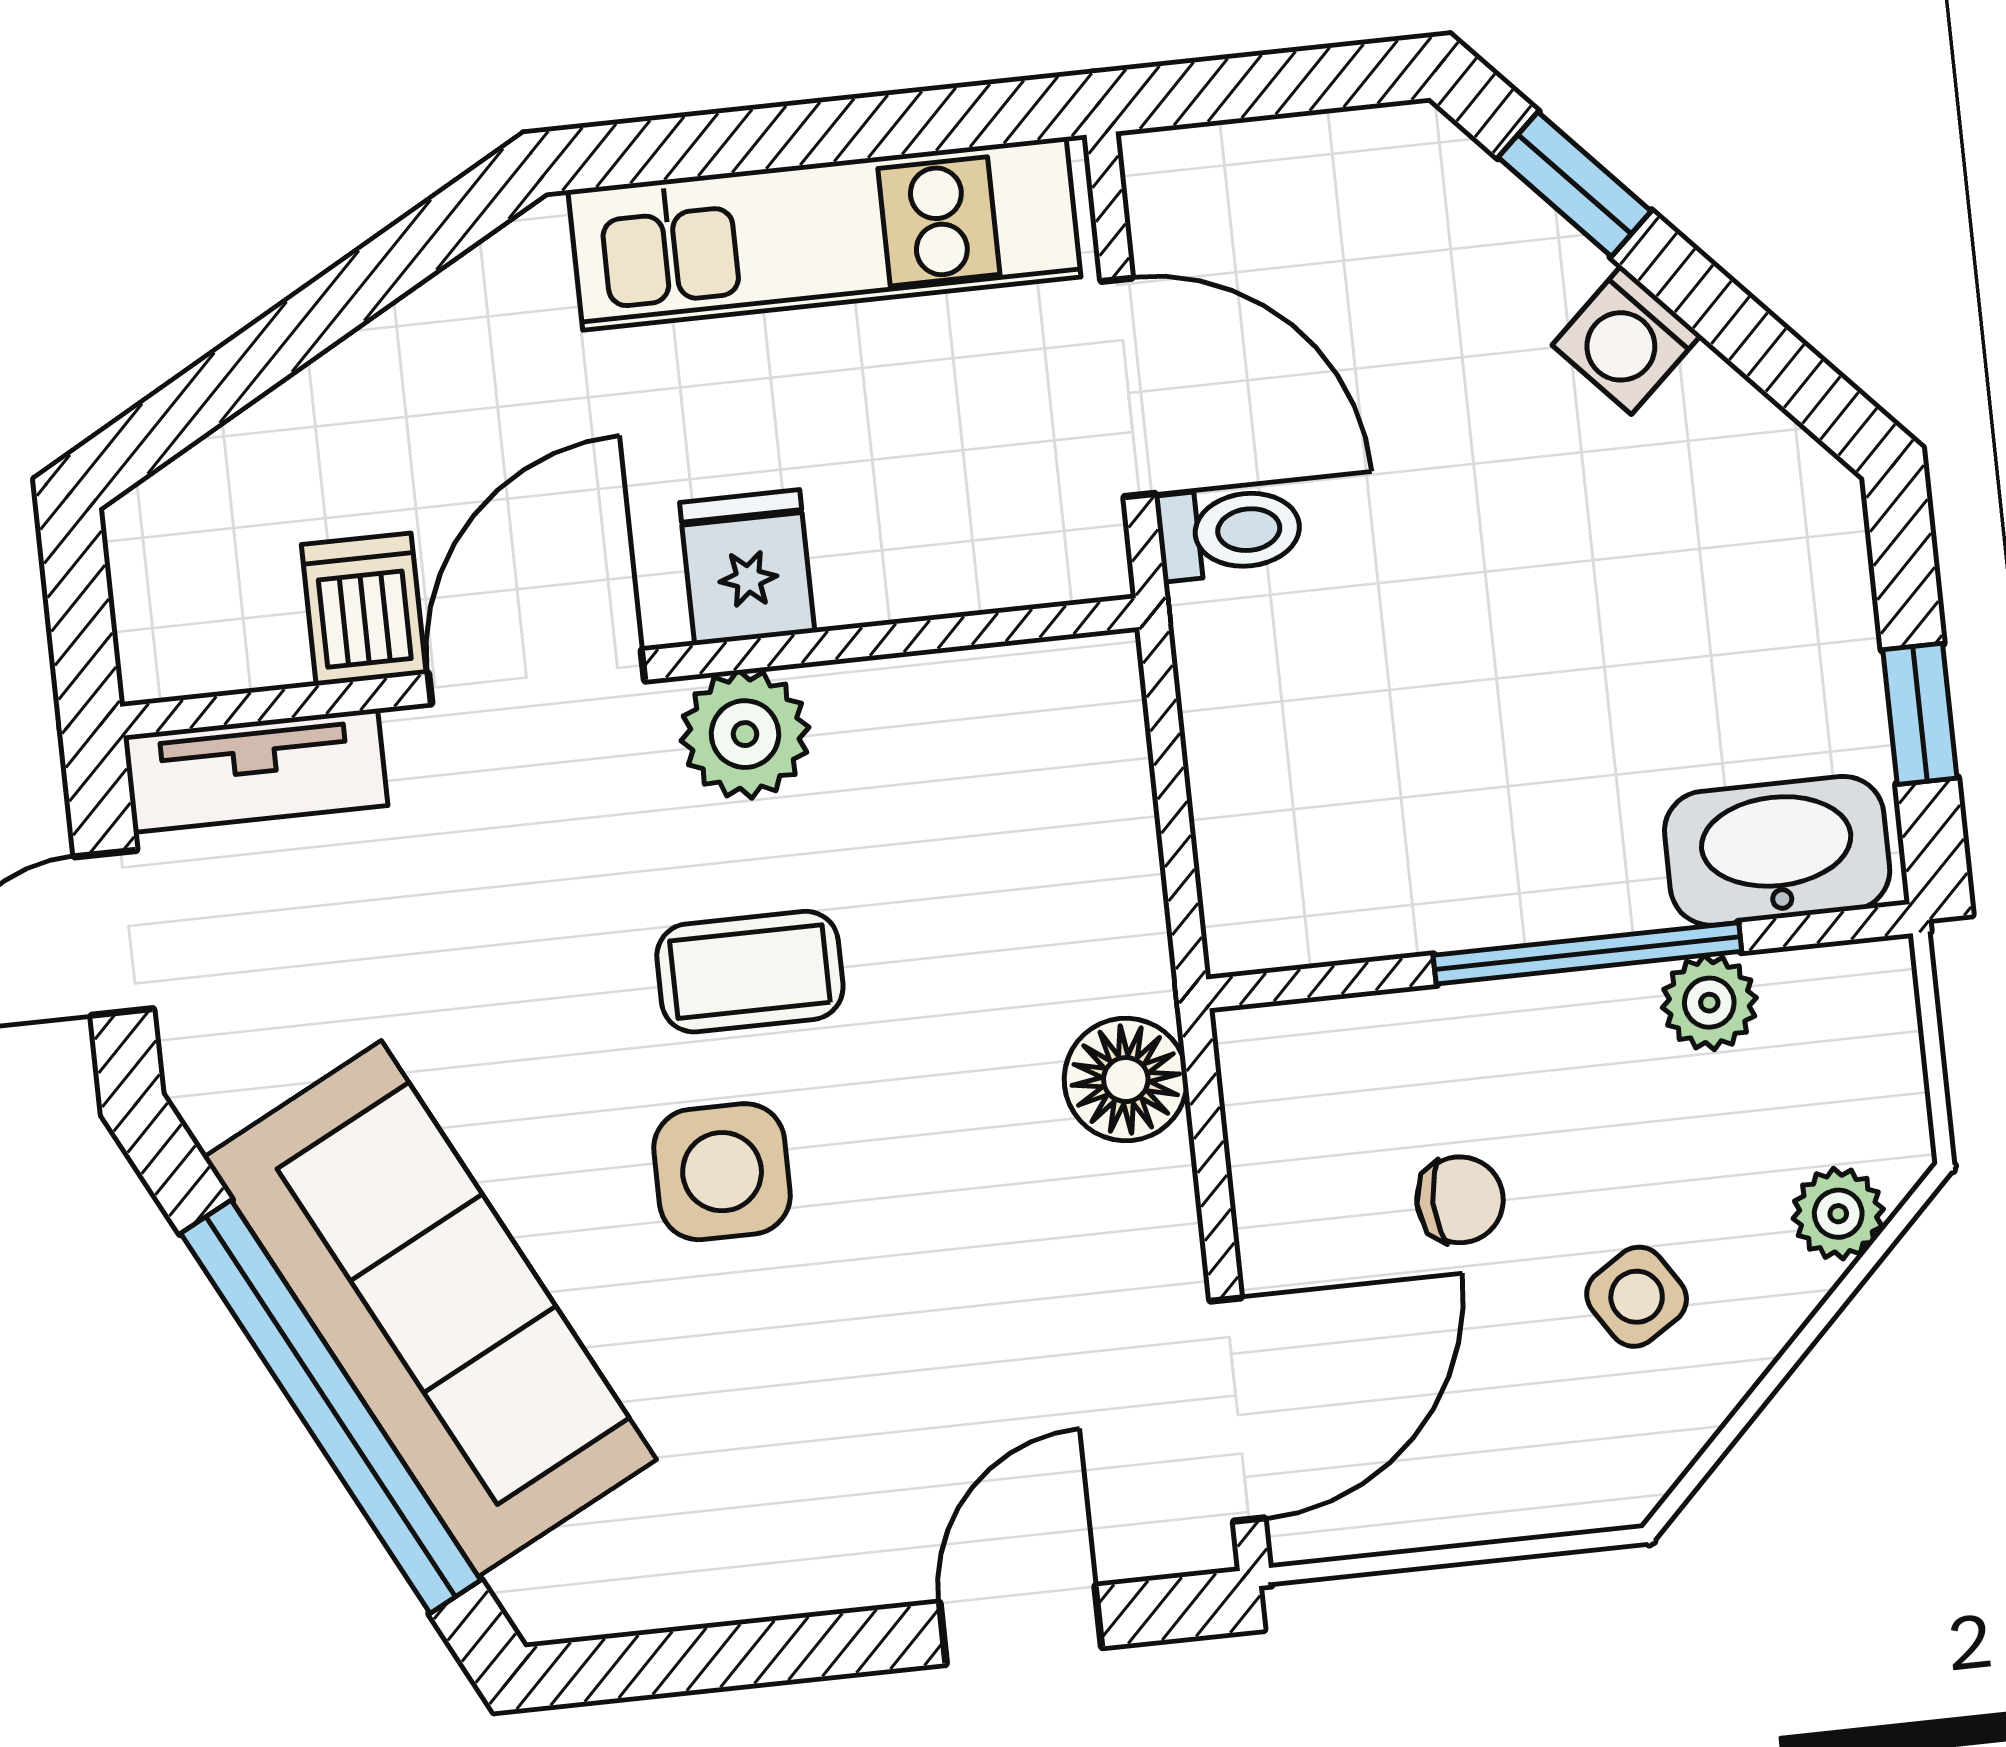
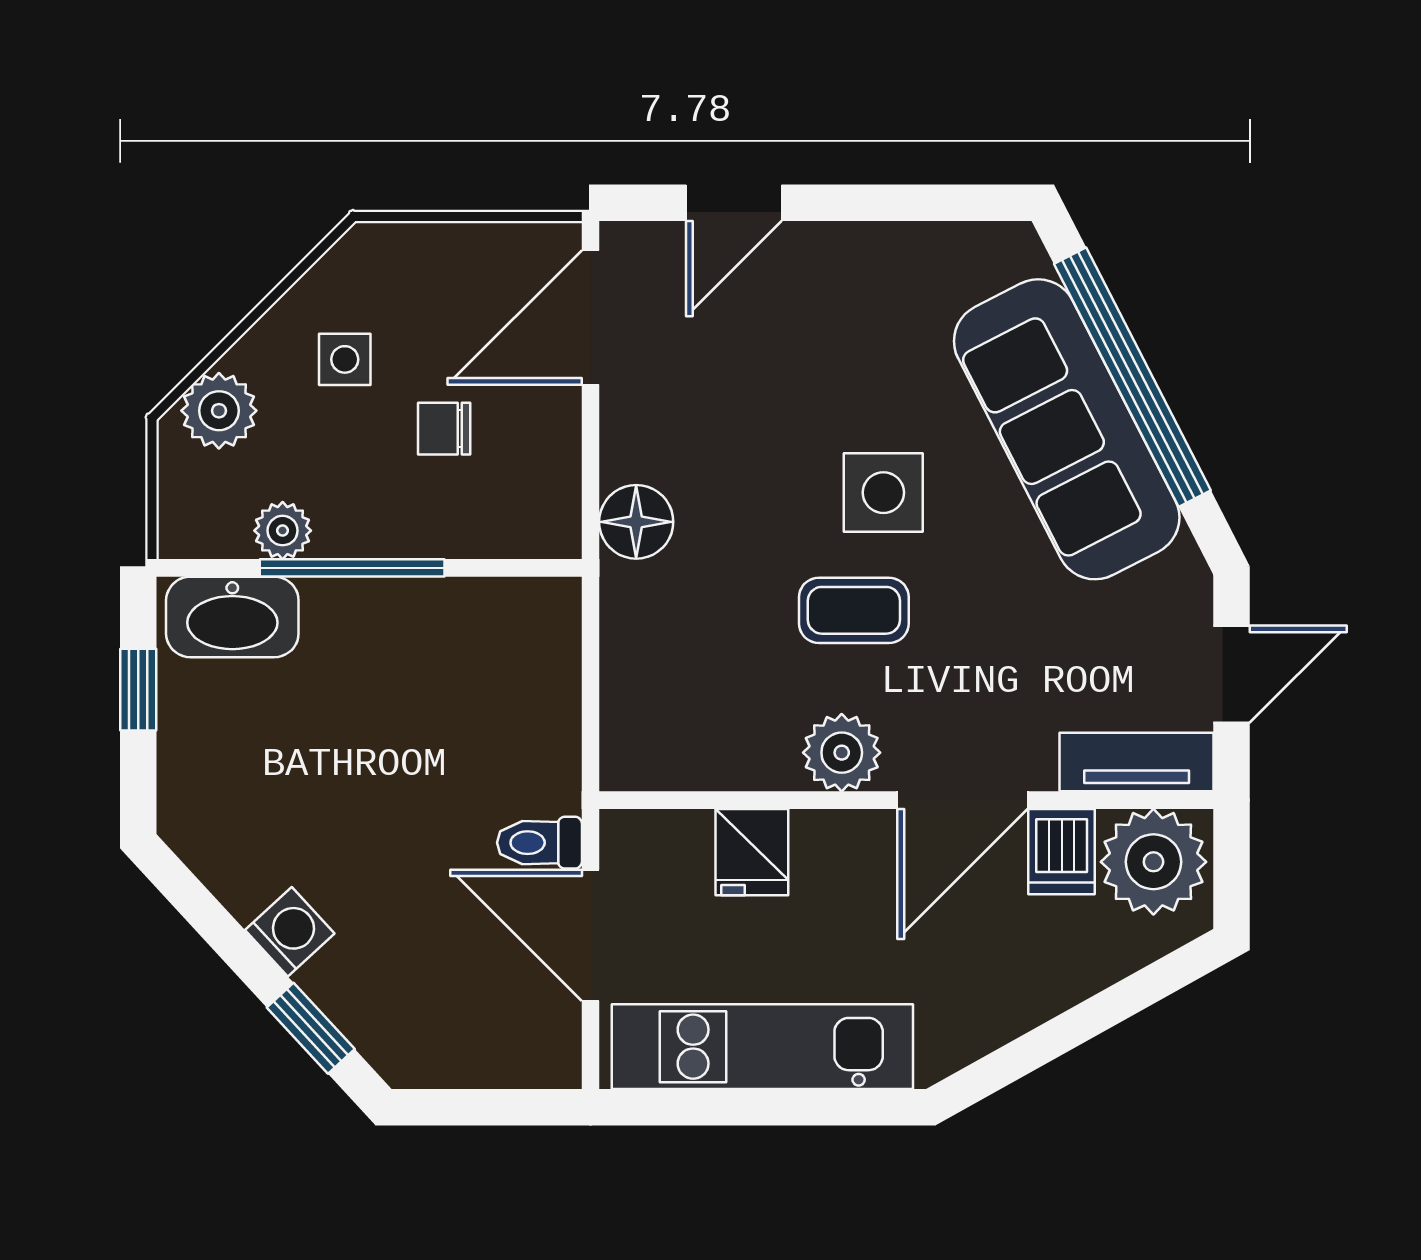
fridge: (747, 567) -> (752, 852), moved
plant: (210, 609) -> (1153, 862), added
plant: (1838, 1214) -> (219, 411), width x1.38, depth x1.38
side table: (1637, 1297) -> (345, 359), turned 33

